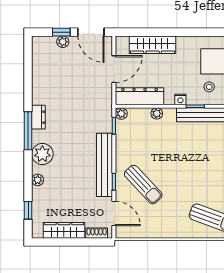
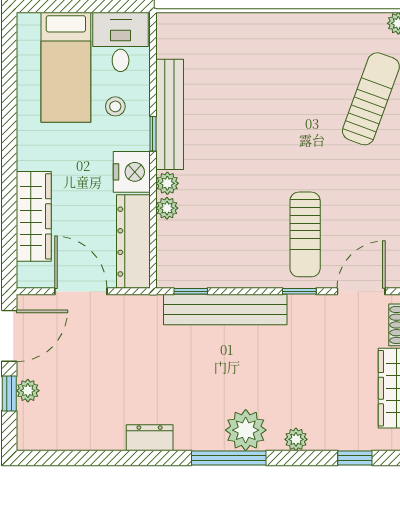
nightstand: (180, 99) -> (132, 172), width x1.89, depth x1.79
plant: (121, 114) -> (167, 183), moved
dresser: (38, 117) -> (150, 438), moved
window: (28, 131) -> (229, 458), moved
bench: (105, 165) -> (225, 310), moved
sun lounger: (143, 185) -> (305, 234), turned 133

